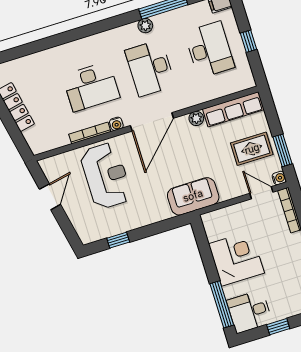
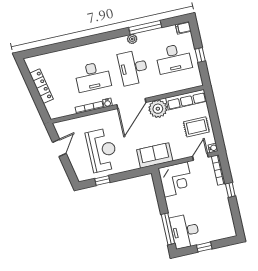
desk: (209, 50) -> (174, 58), turned 90
plant: (196, 118) -> (158, 109), width x1.88, depth x1.88
window: (283, 150) -> (217, 130), removed
reception desk: (106, 176) -> (102, 150), moved
door: (261, 193) -> (200, 157), hinge flipped
corner desk: (236, 258) -> (176, 179), moved, turned 90
desk: (249, 312) -> (185, 231), width x1.37

